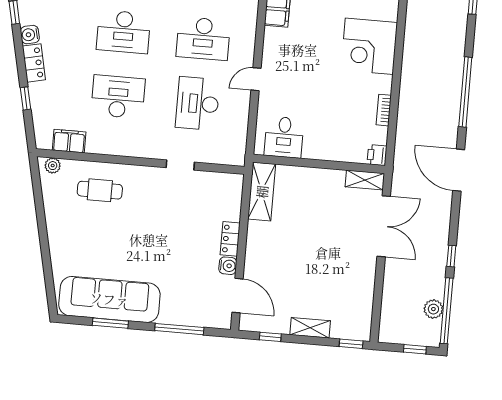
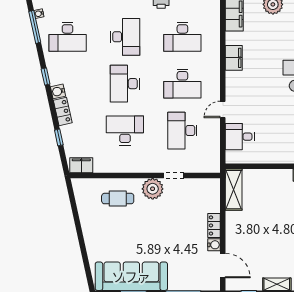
desk: (124, 32) -> (125, 84), turned 90
desk: (284, 137) -> (240, 137), moved, turned 90
filing cabinet: (69, 141) -> (81, 165), moved
plant: (53, 166) -> (153, 189), moved, width x1.88, depth x1.88

